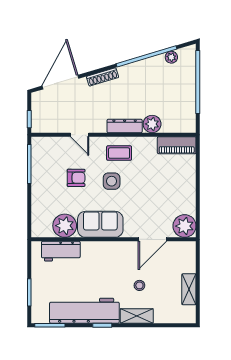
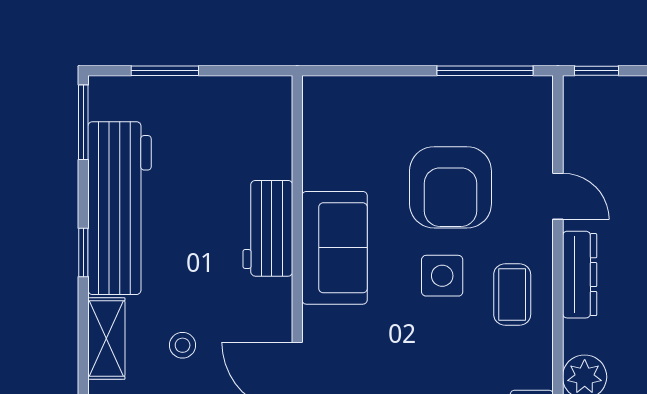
dresser: (125, 126) -> (580, 275), moved
door: (80, 135) -> (558, 196), swing flipped
armchair: (76, 178) -> (450, 187), width x1.88, depth x1.88
plant: (65, 226) -> (331, 159), removed
workbench: (61, 251) -> (268, 228), moved

